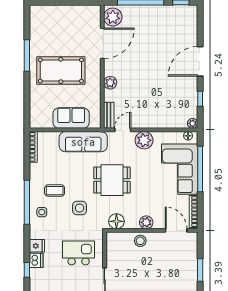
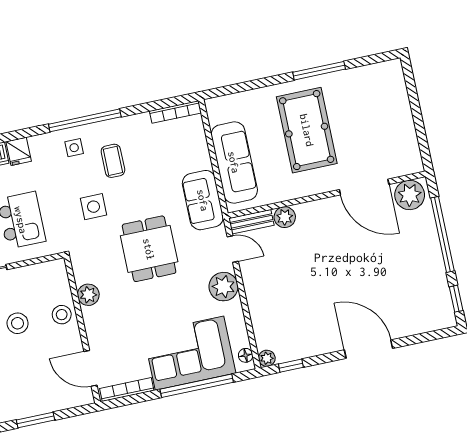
plant: (110, 83) -> (285, 217), moved
window: (200, 99) -> (291, 366), moved
sofa: (71, 118) -> (234, 162), width x1.36
sofa: (83, 142) -> (203, 200), width x0.73
floor lamp: (116, 221) -> (85, 270), removed
plant: (146, 222) -> (88, 295), moved
door: (176, 230) -> (90, 368), swing flipped
stool: (140, 268) -> (18, 323), added

